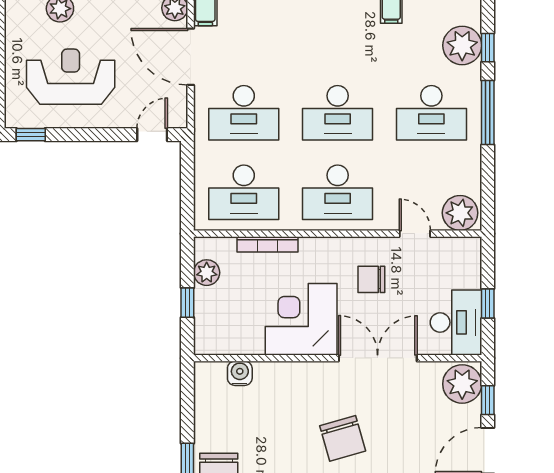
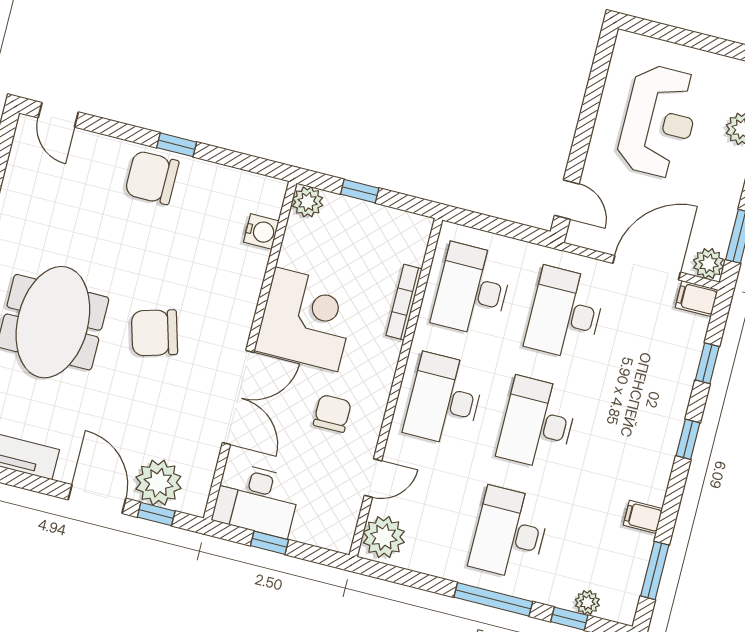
plant: (462, 45) -> (587, 602), width x0.53, depth x0.53
window: (31, 135) -> (603, 57), removed
plant: (207, 273) -> (308, 202), moved
plant: (462, 384) -> (158, 483), moved

